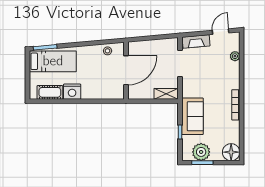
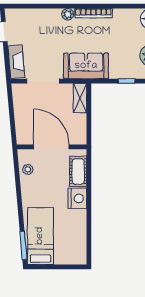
plant: (235, 56) -> (68, 14), moved
cot: (50, 92) -> (78, 171), moved
nightstand: (72, 92) -> (77, 198), moved
sofa: (193, 116) -> (86, 66), moved

